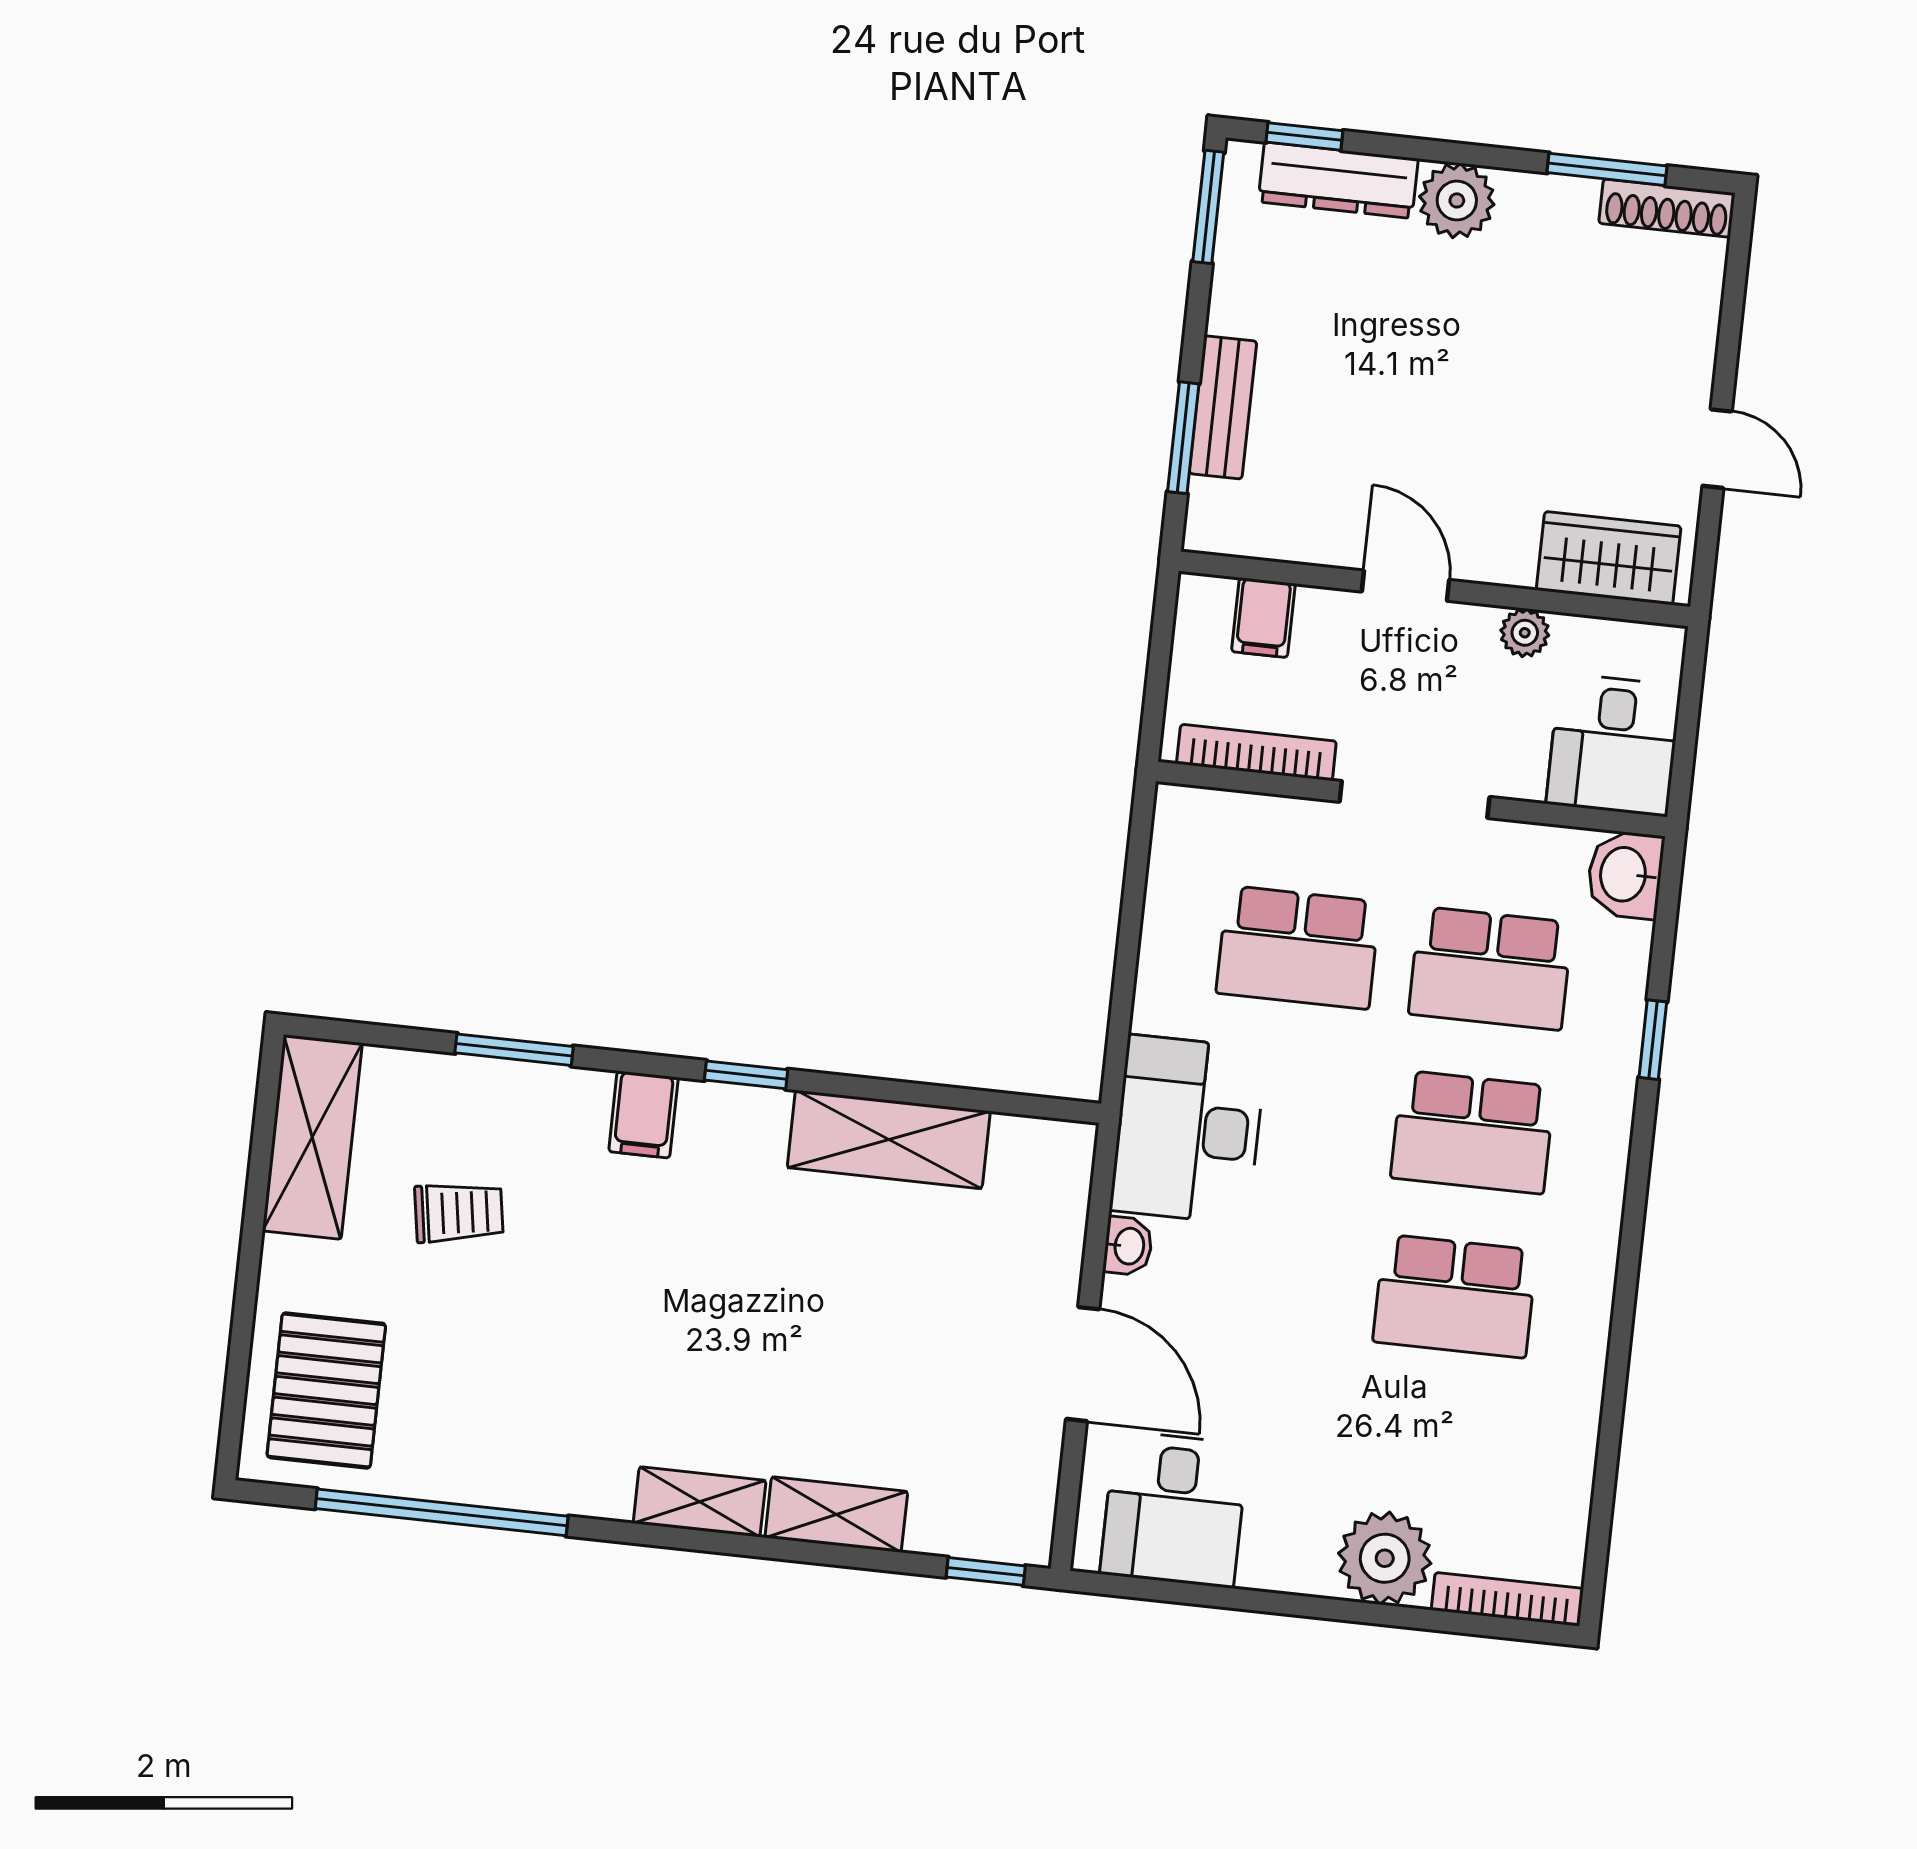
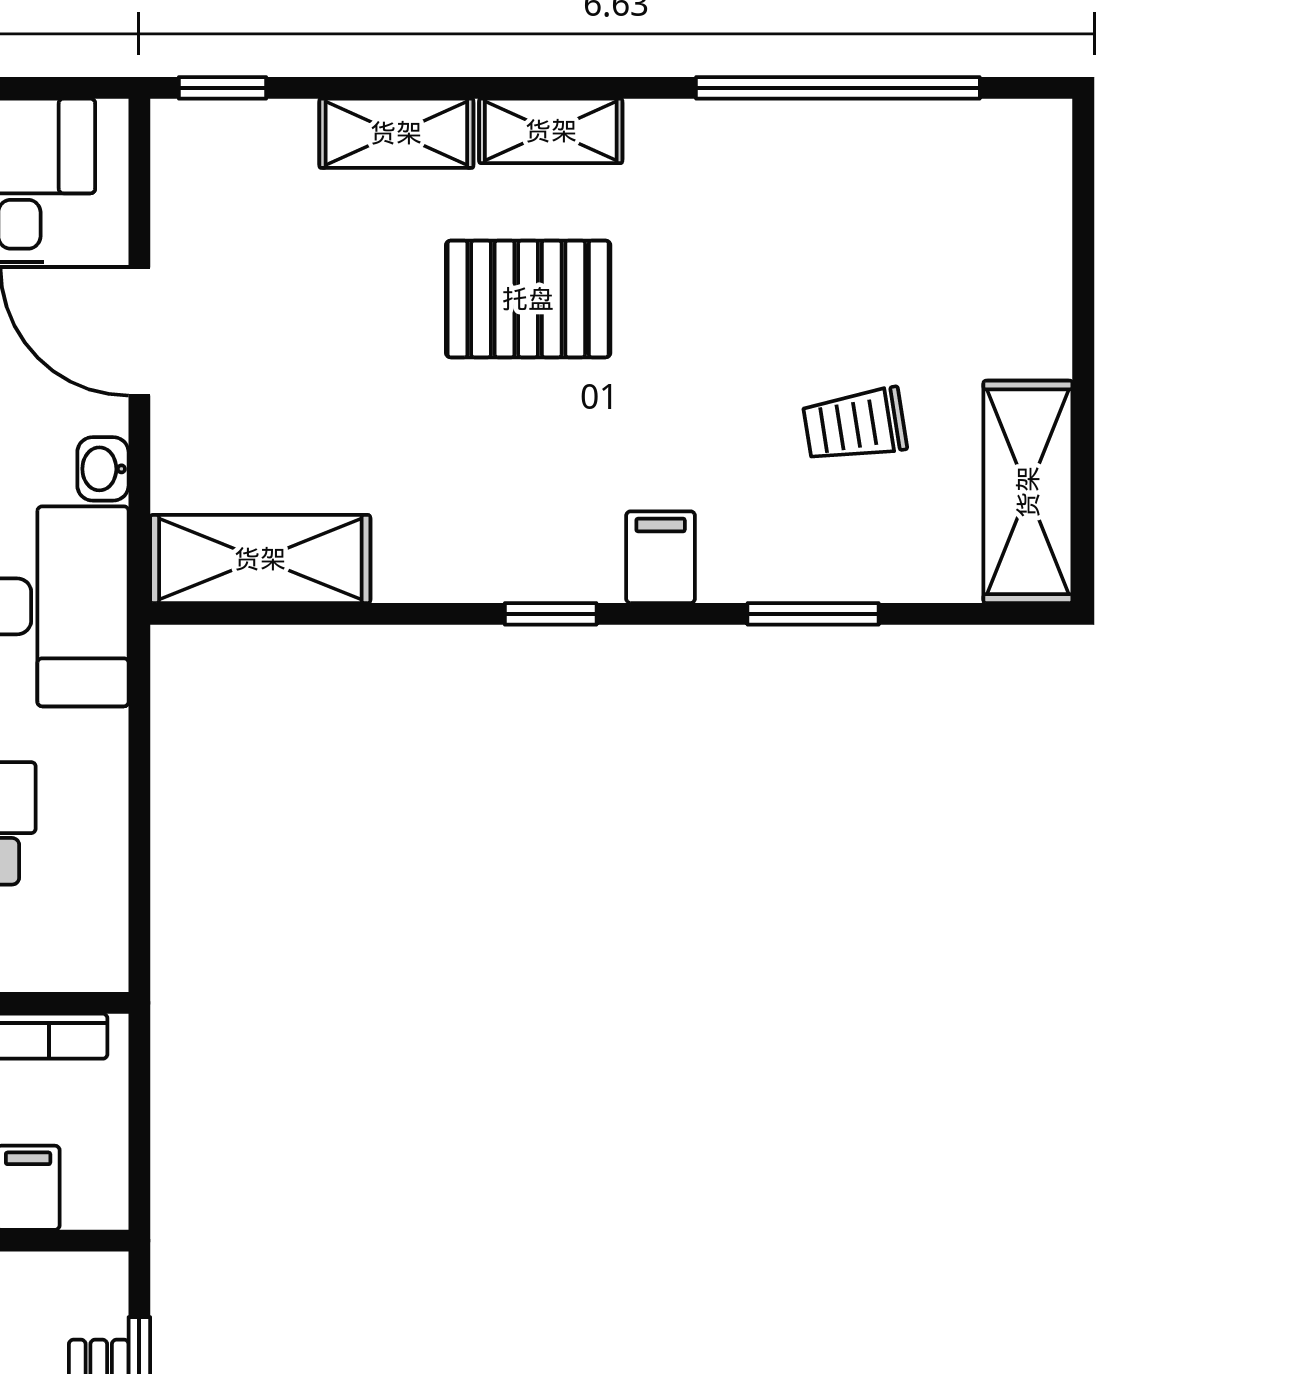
shelving: (889, 1139) -> (260, 559), moved
pallet: (326, 1390) -> (528, 299), moved, turned 90

